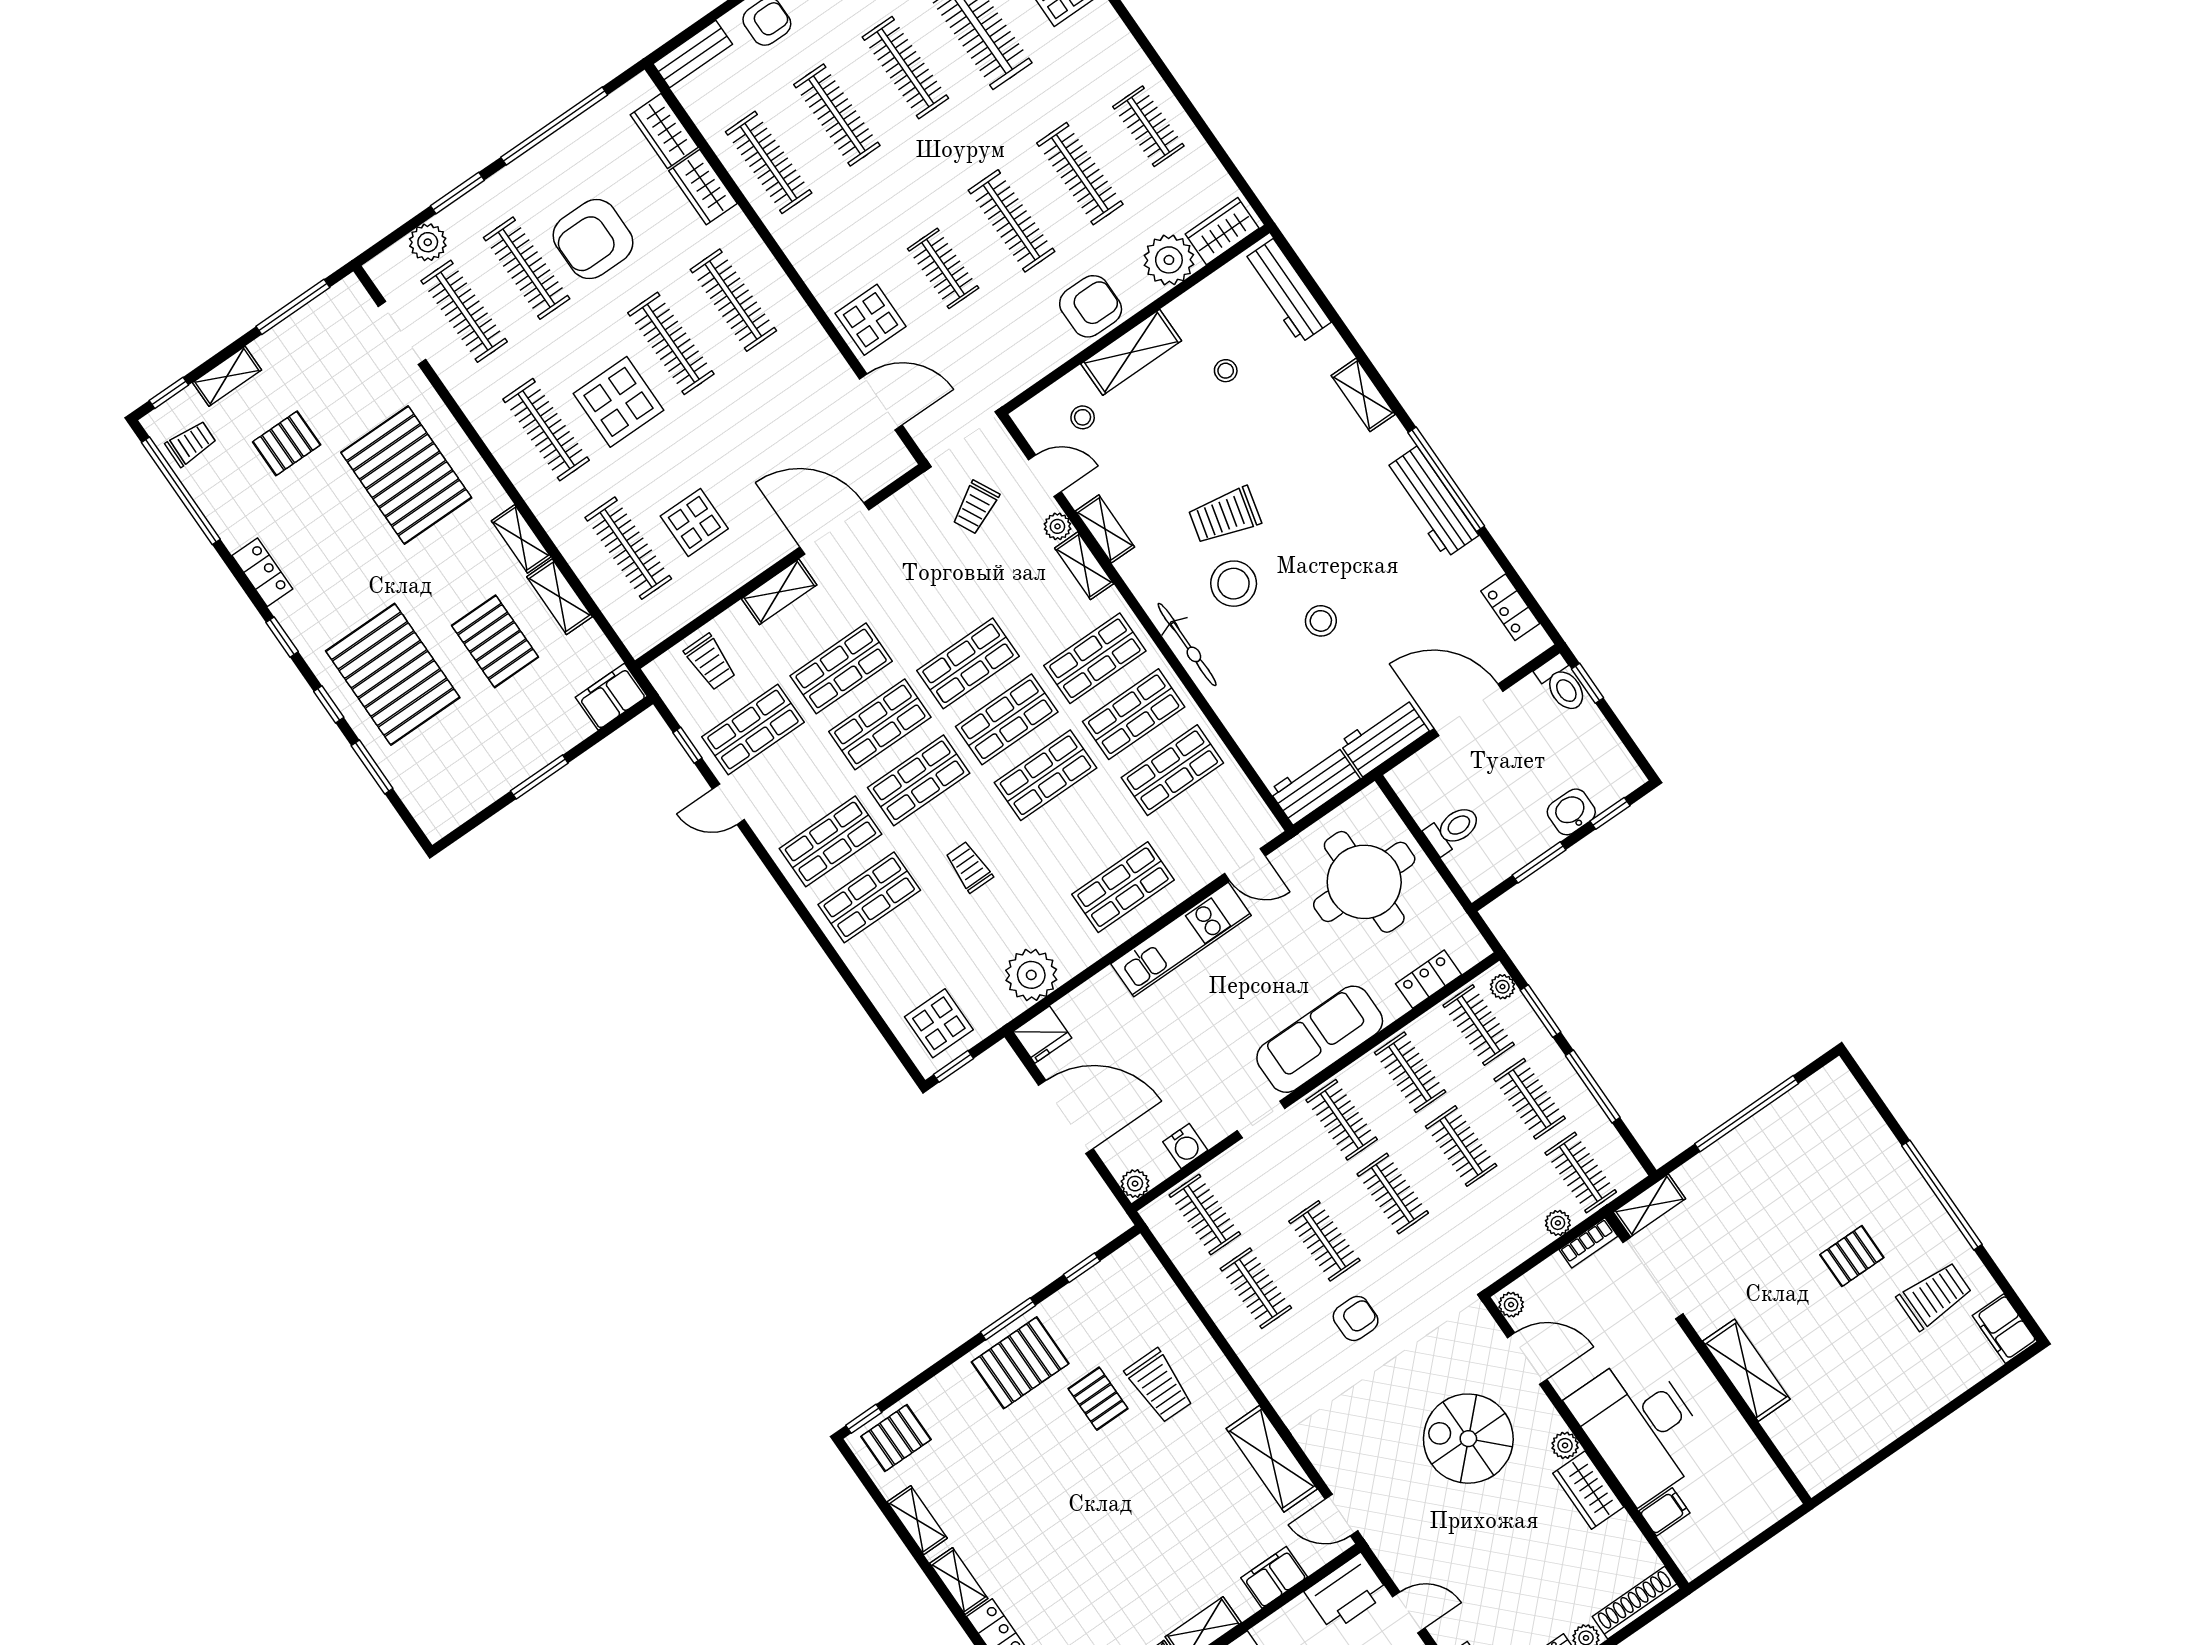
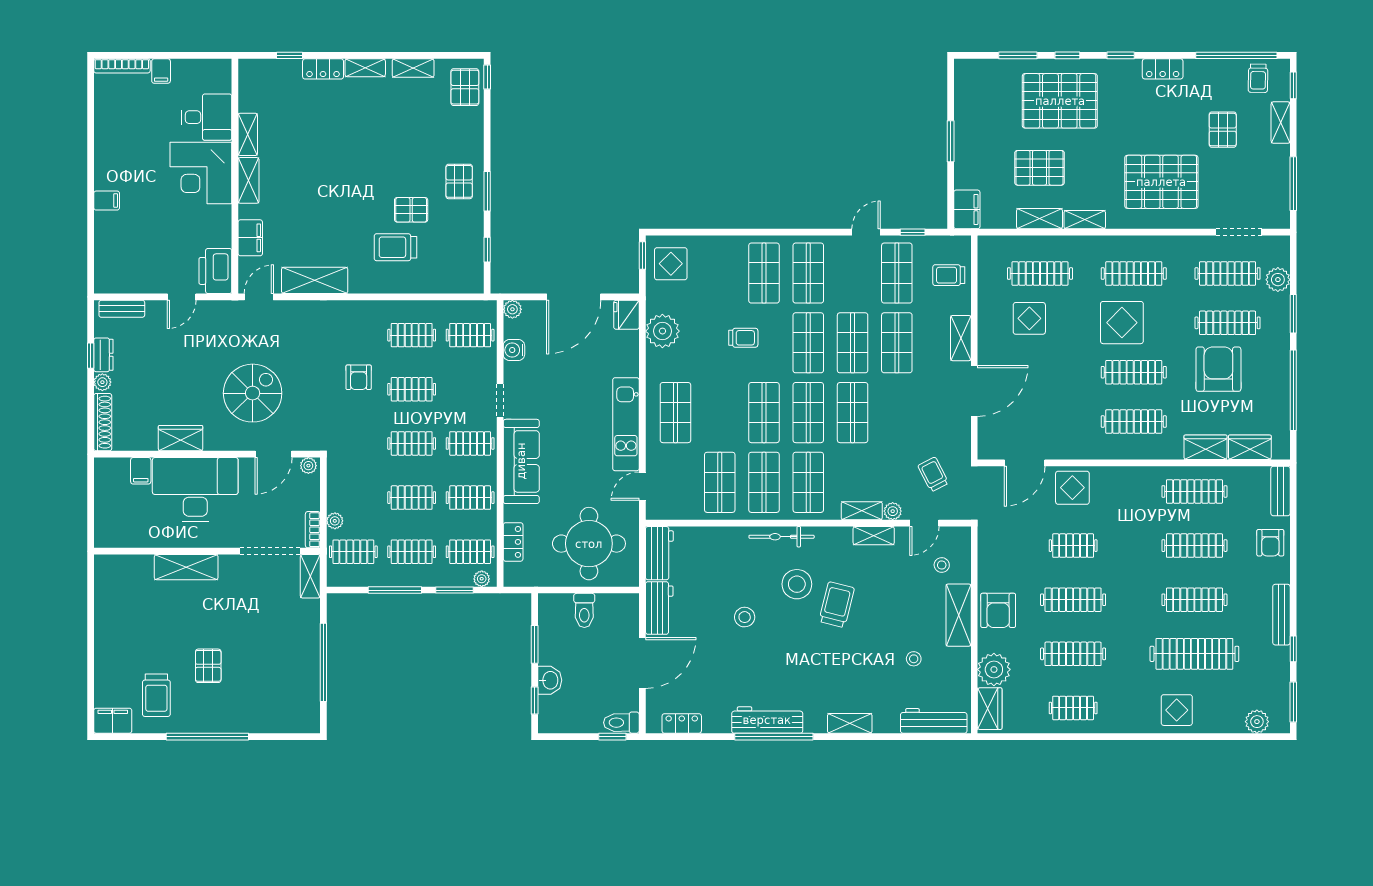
pallet: (1020, 1363) -> (459, 181), width x0.67, depth x0.71
plant: (1565, 1445) -> (213, 442), removed

